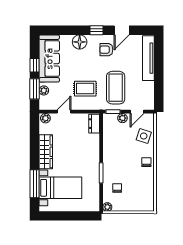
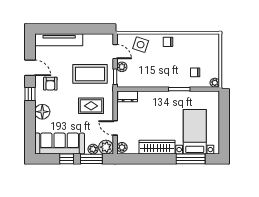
rug: (85, 89) -> (91, 106), turned 90
plant: (46, 103) -> (106, 147), added

